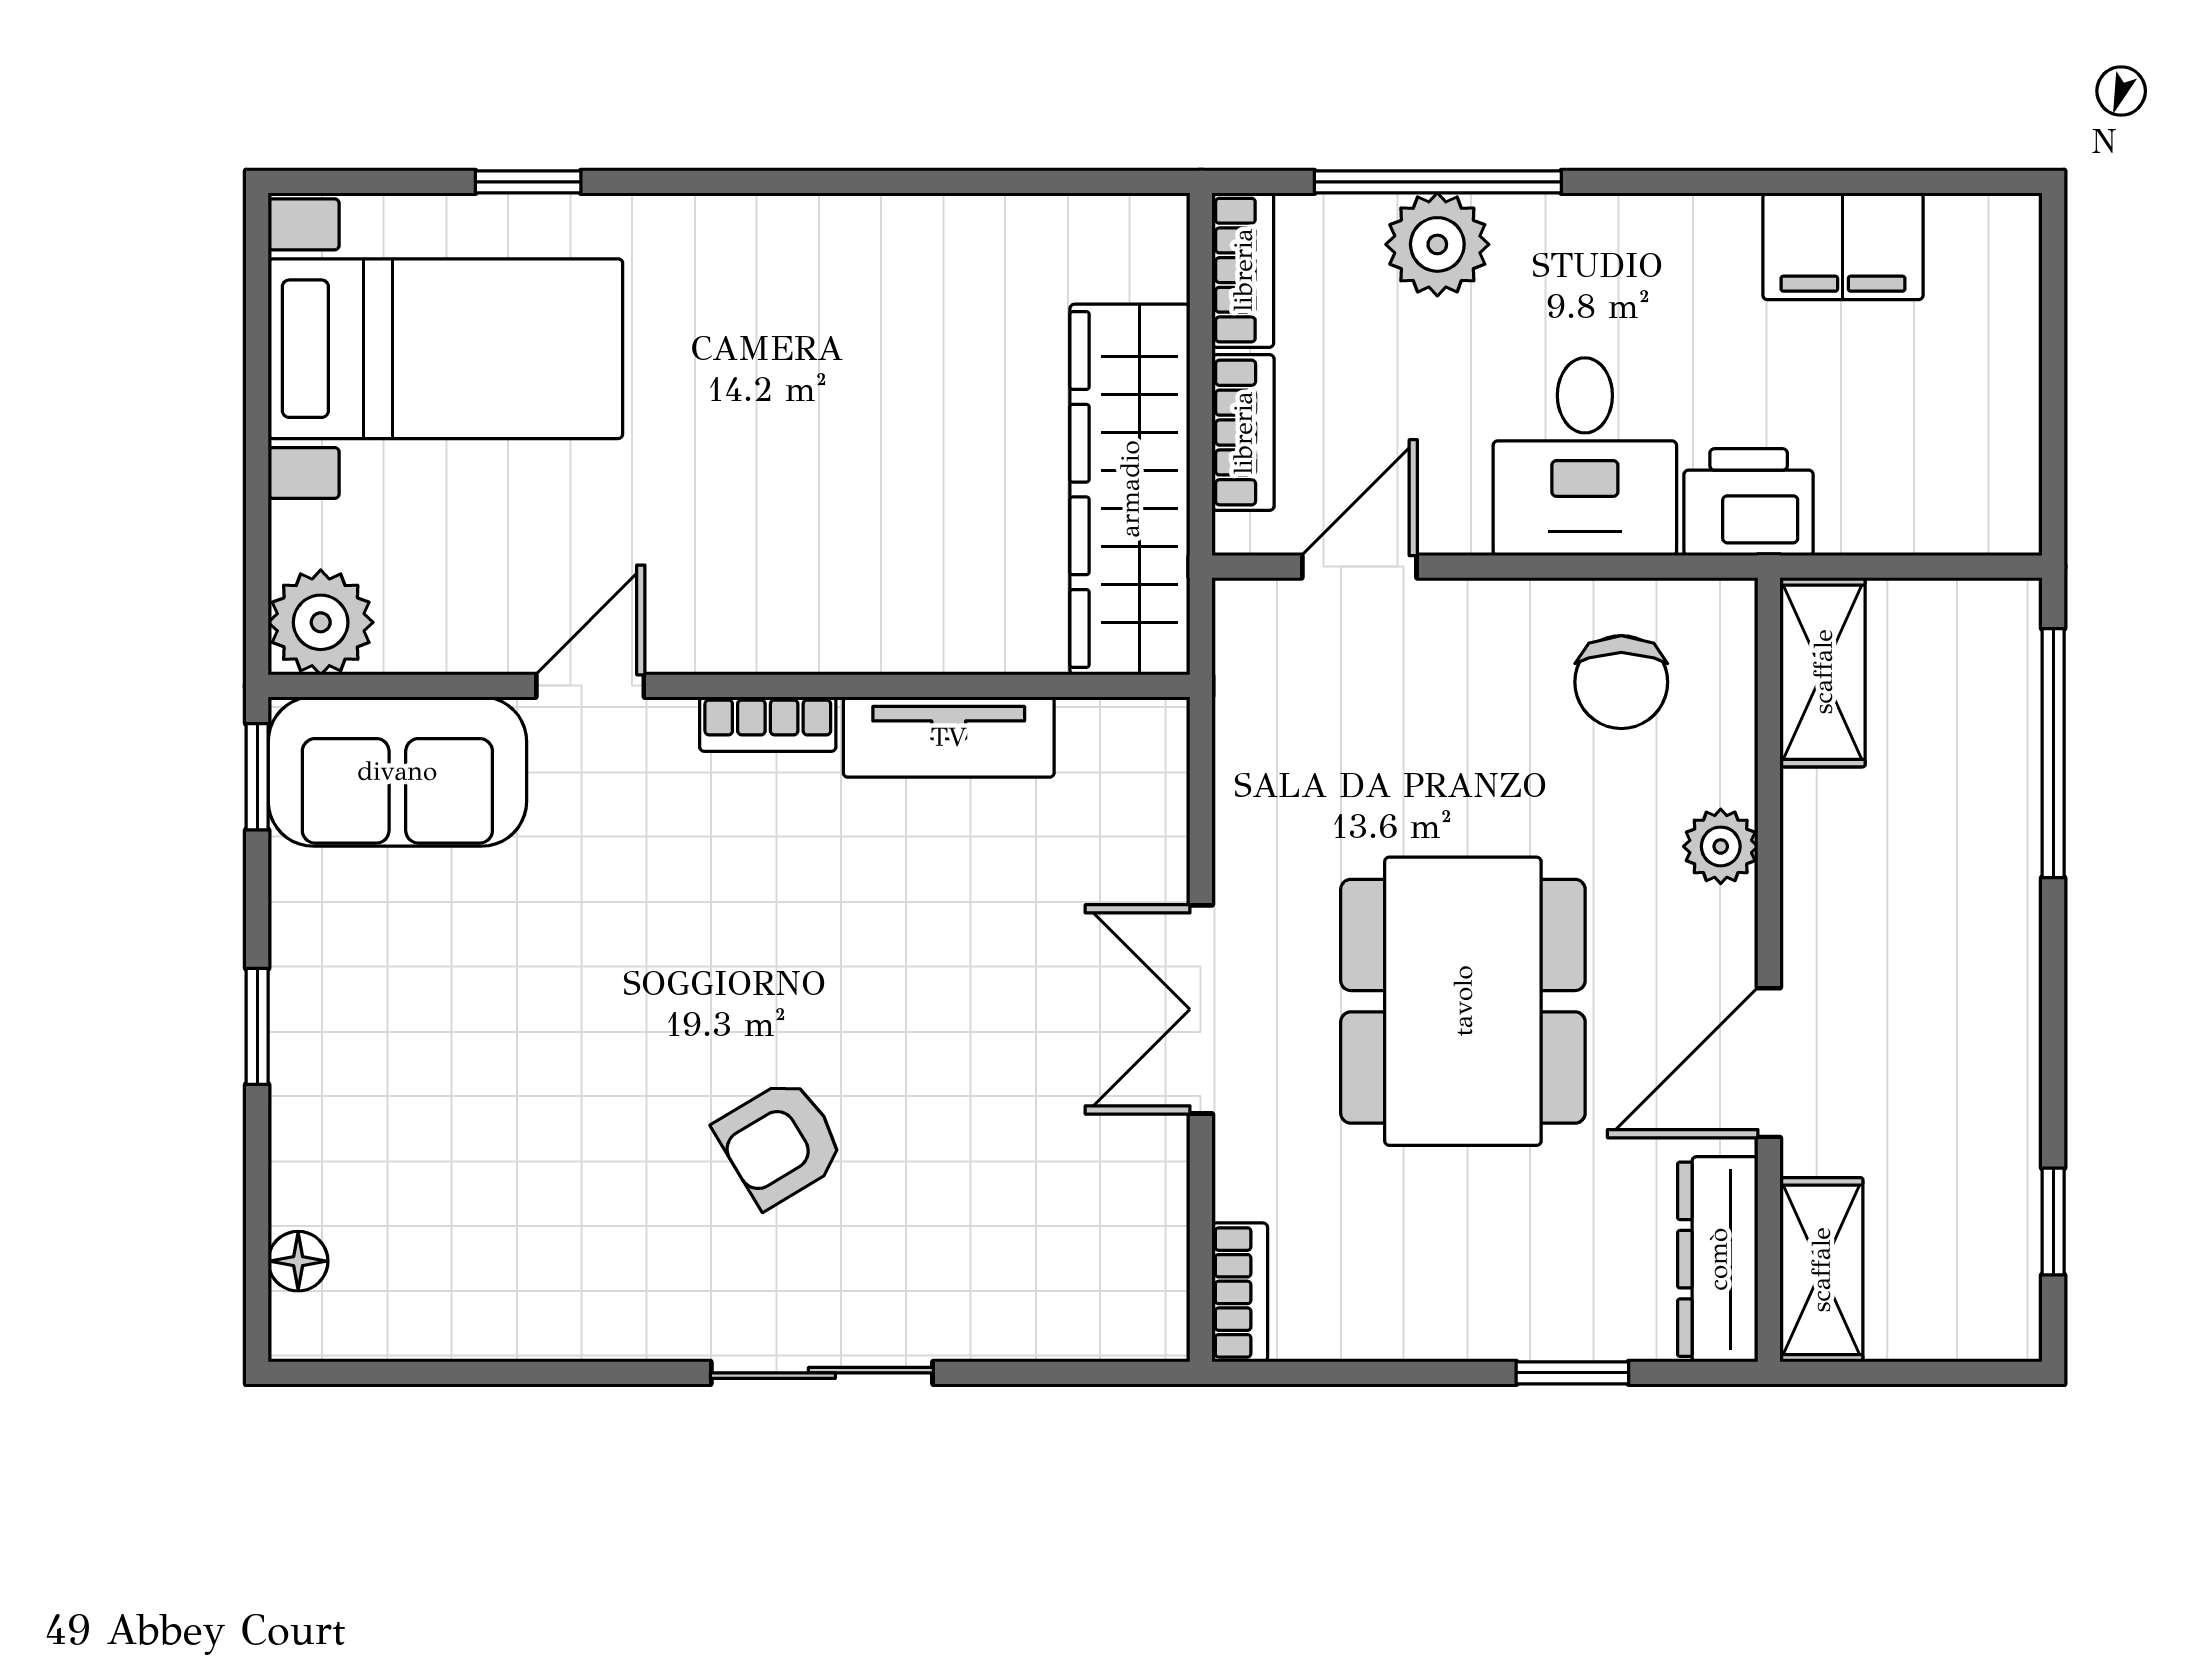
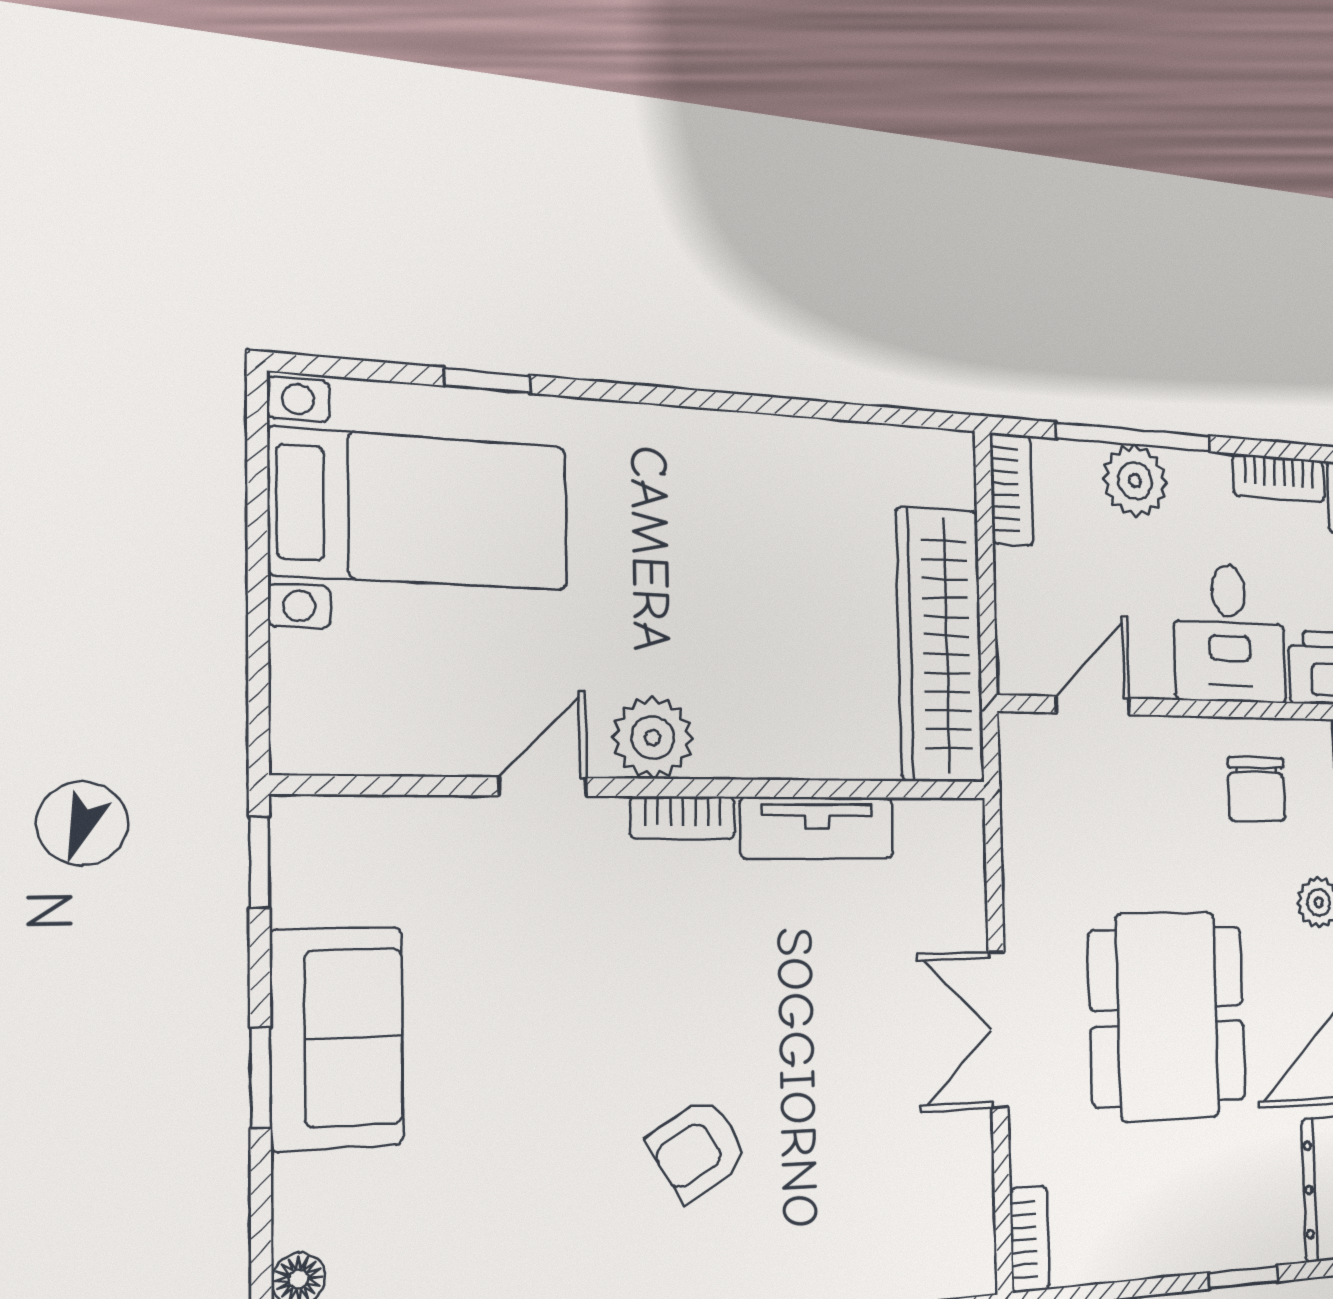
bookcase: (1243, 433) -> (1279, 478), moved, turned 90
plant: (321, 622) -> (653, 738), moved
sofa: (397, 771) -> (337, 1038), moved, turned -90

